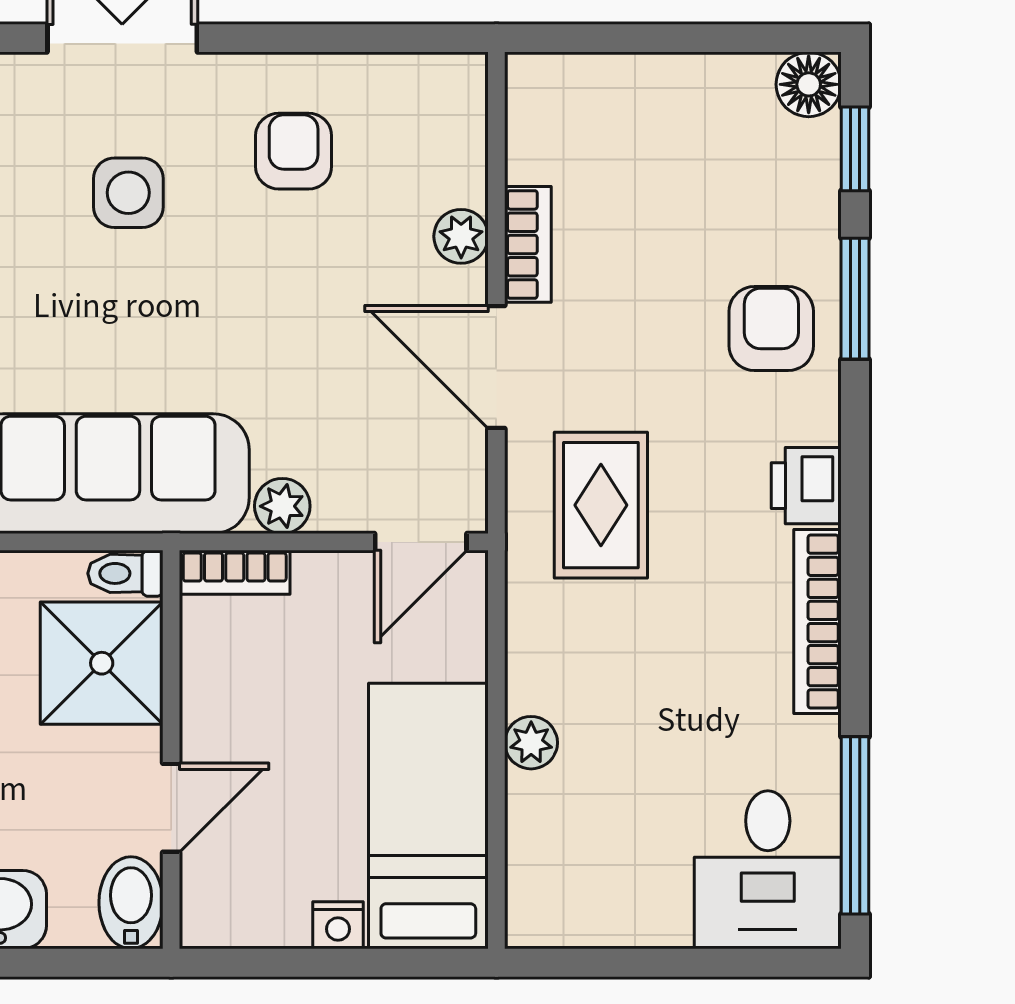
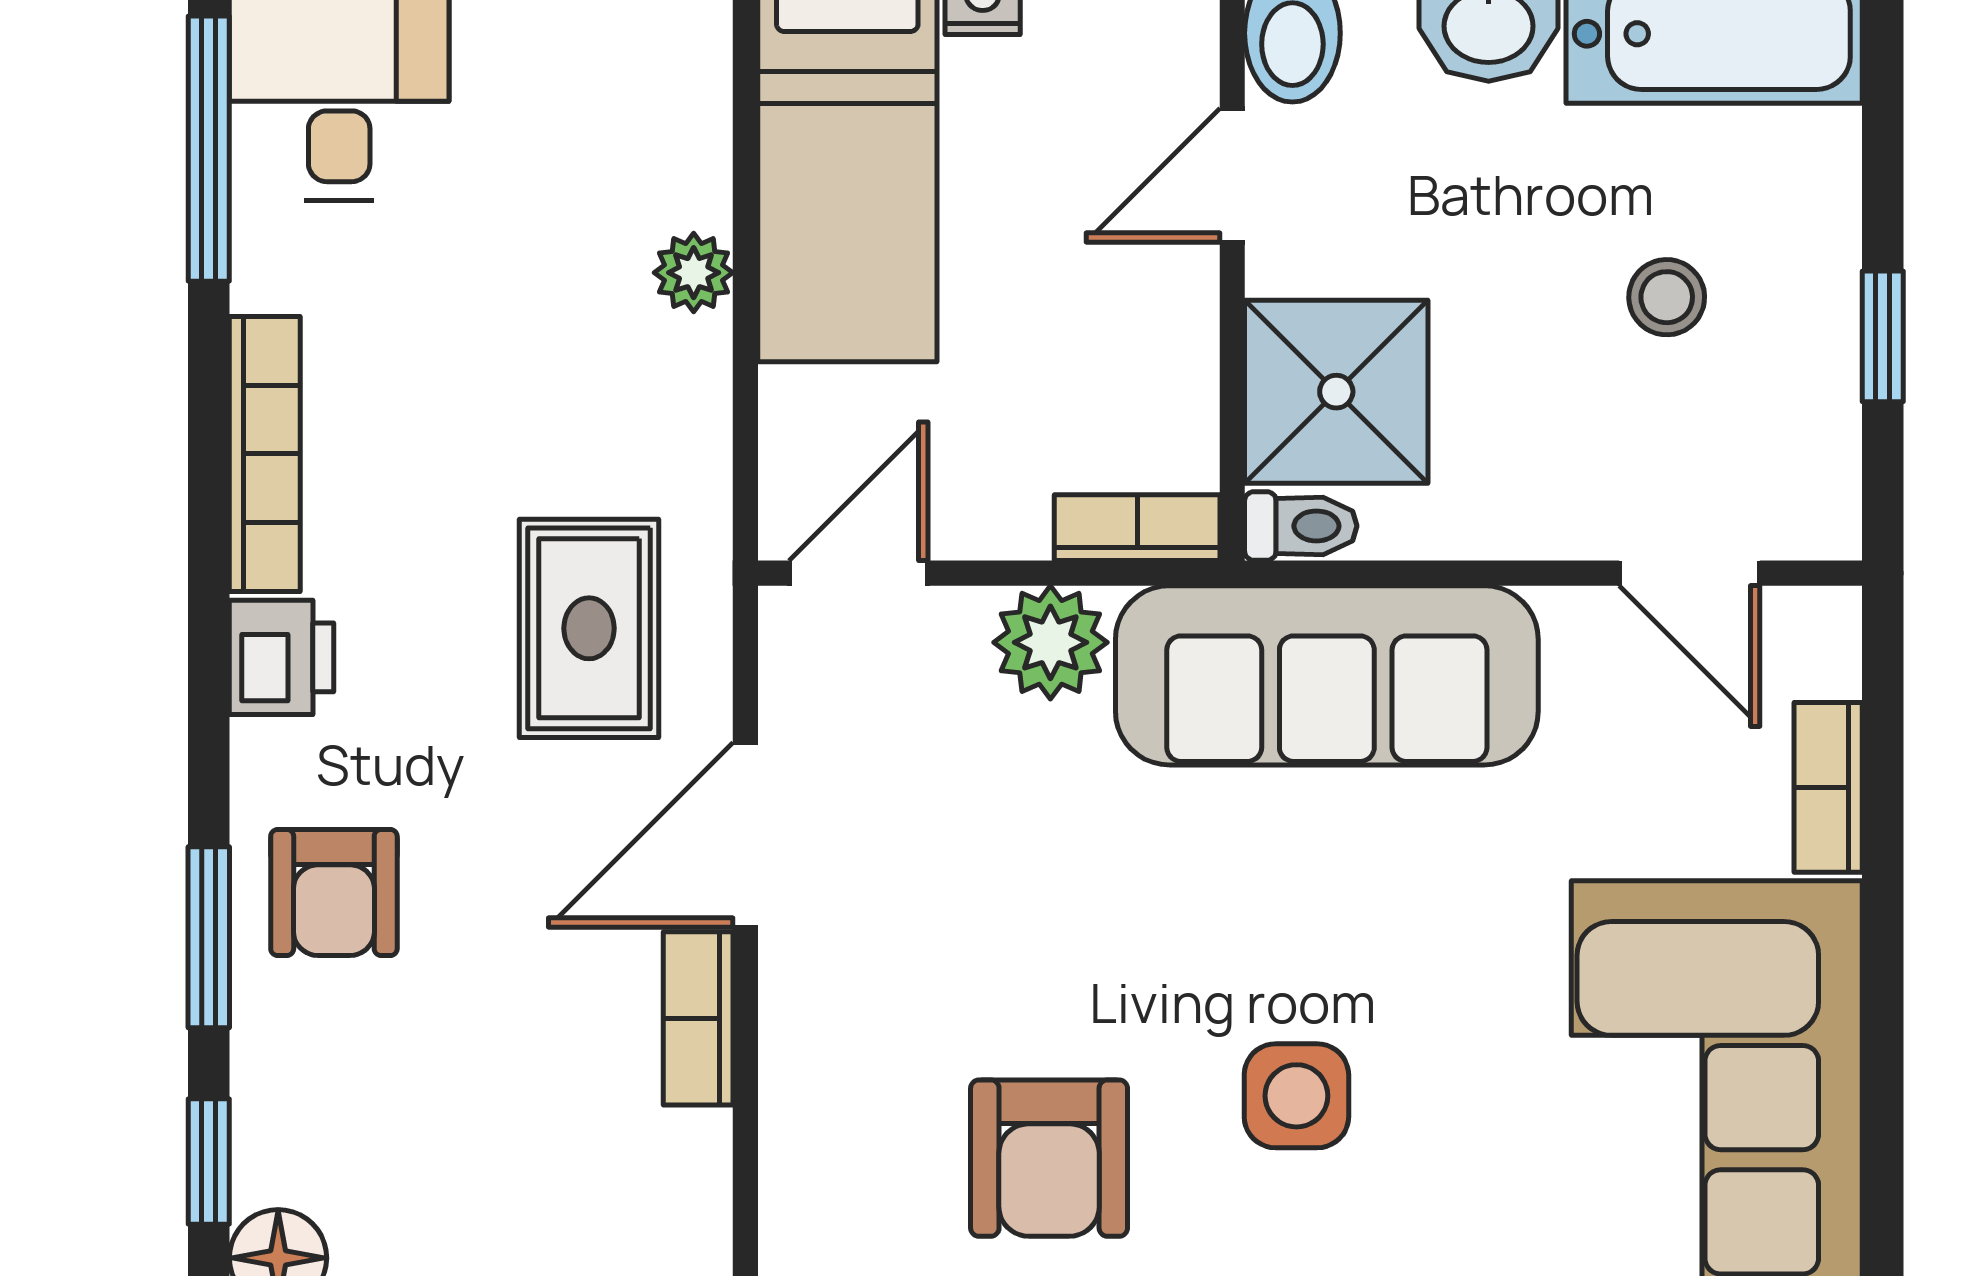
armchair: (294, 151) -> (1049, 1158), width x1.38, depth x1.38
plant: (461, 236) -> (798, 1030), removed
door: (496, 367) -> (745, 835), swing flipped
plant: (282, 506) -> (1050, 642), width x1.38, depth x1.38

